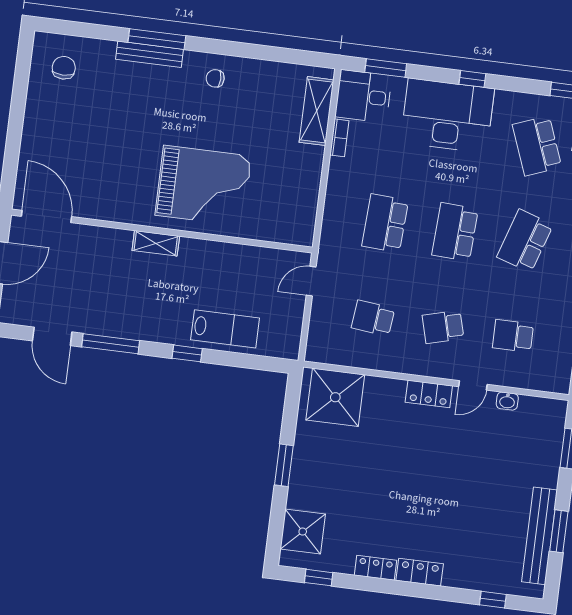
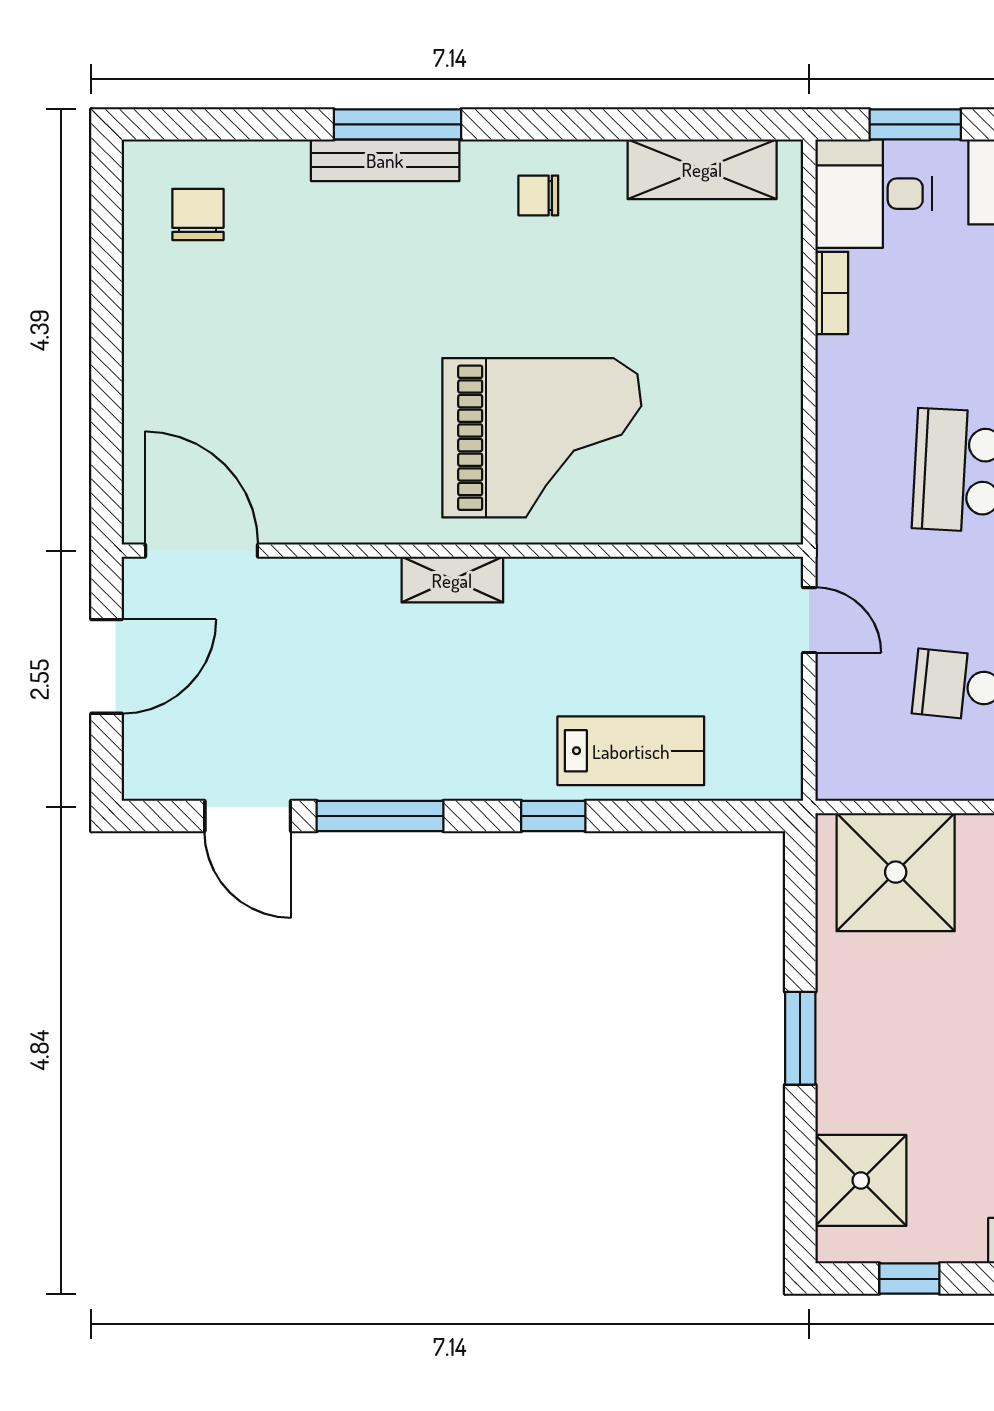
shelving: (317, 111) -> (702, 169), moved, turned 90
door: (311, 281) -> (809, 620), swing flipped

